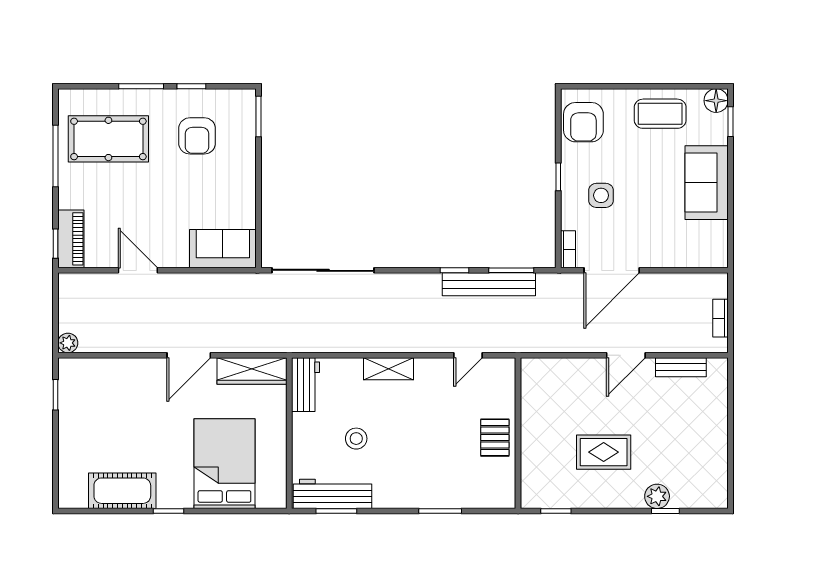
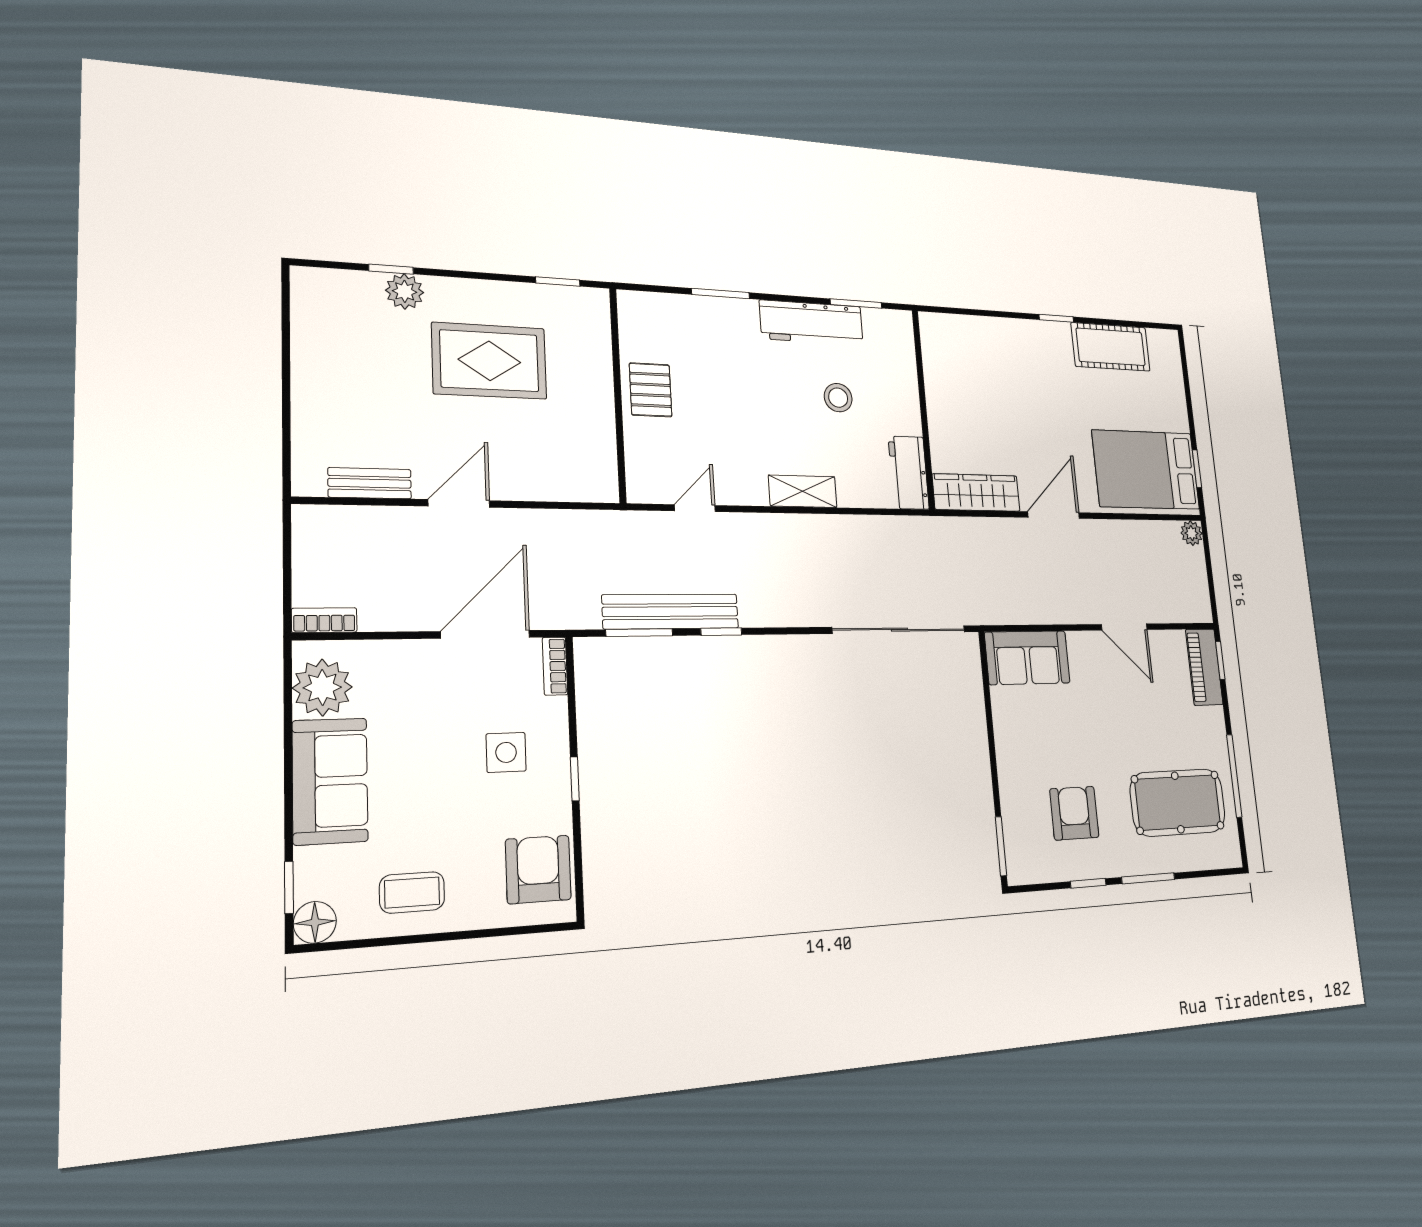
coffee table: (660, 114) -> (412, 892), width x0.73, depth x0.77
plant: (711, 239) -> (322, 687), added
bookcase: (720, 318) -> (324, 620), moved, turned -90
rug: (604, 452) -> (489, 361), width x1.36, depth x1.43
bed: (224, 464) -> (1146, 470), moved, turned 90
workbench: (332, 494) -> (812, 323), moved

